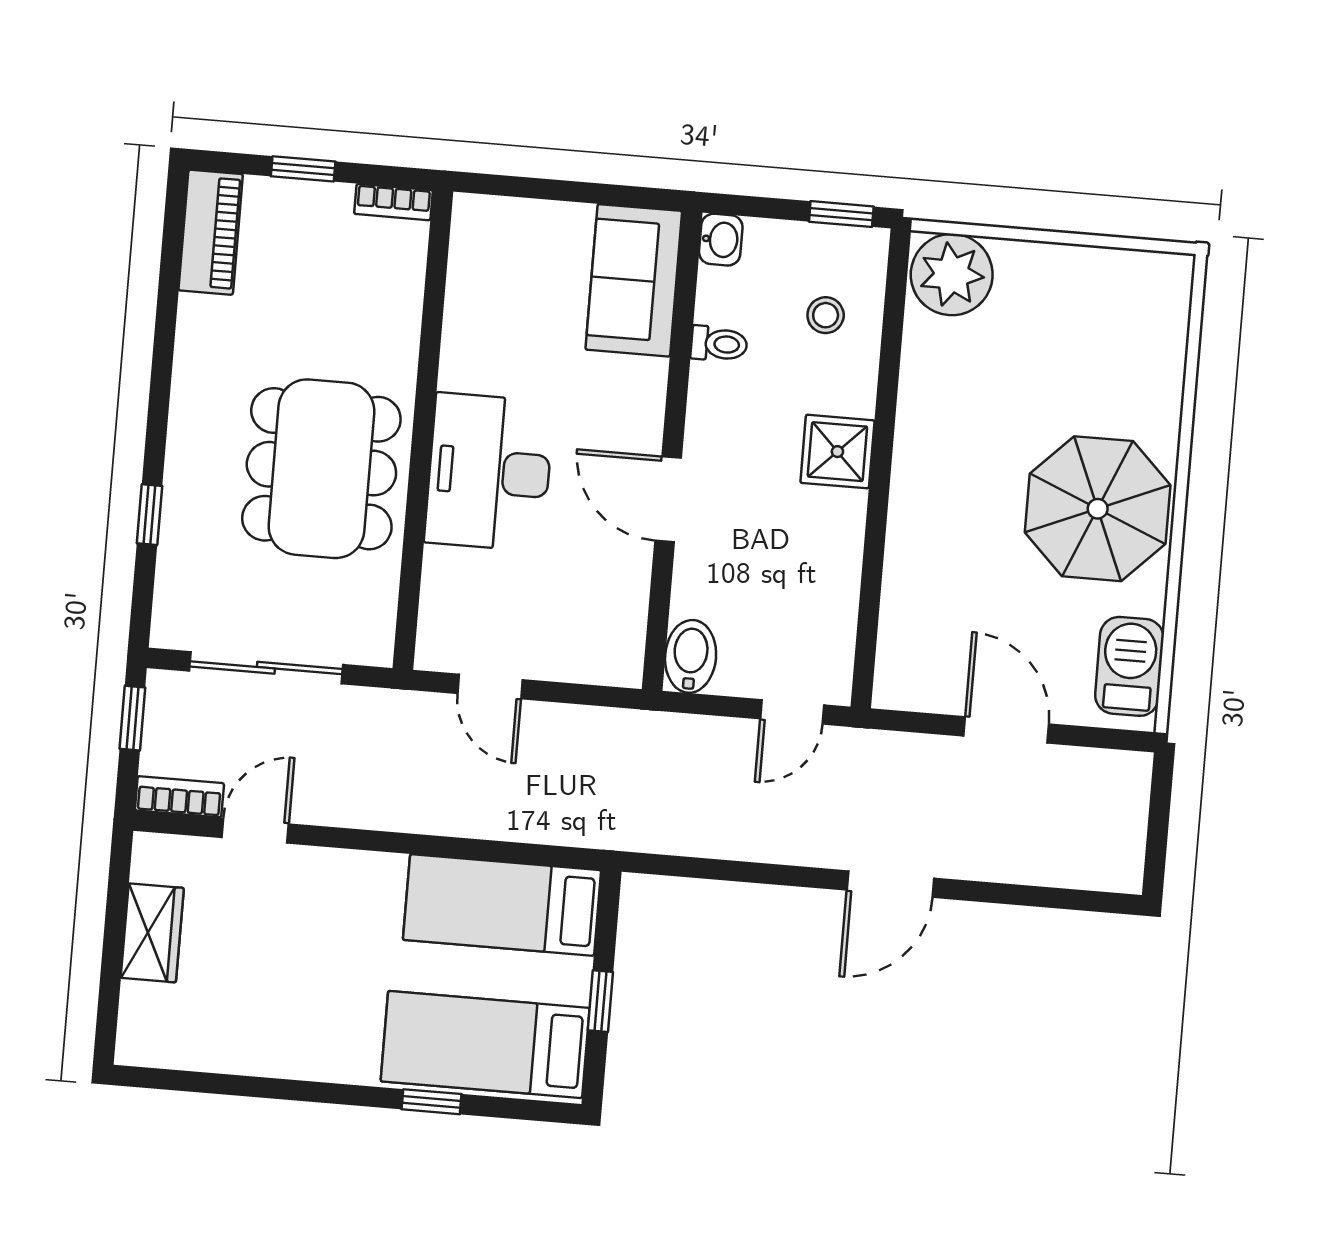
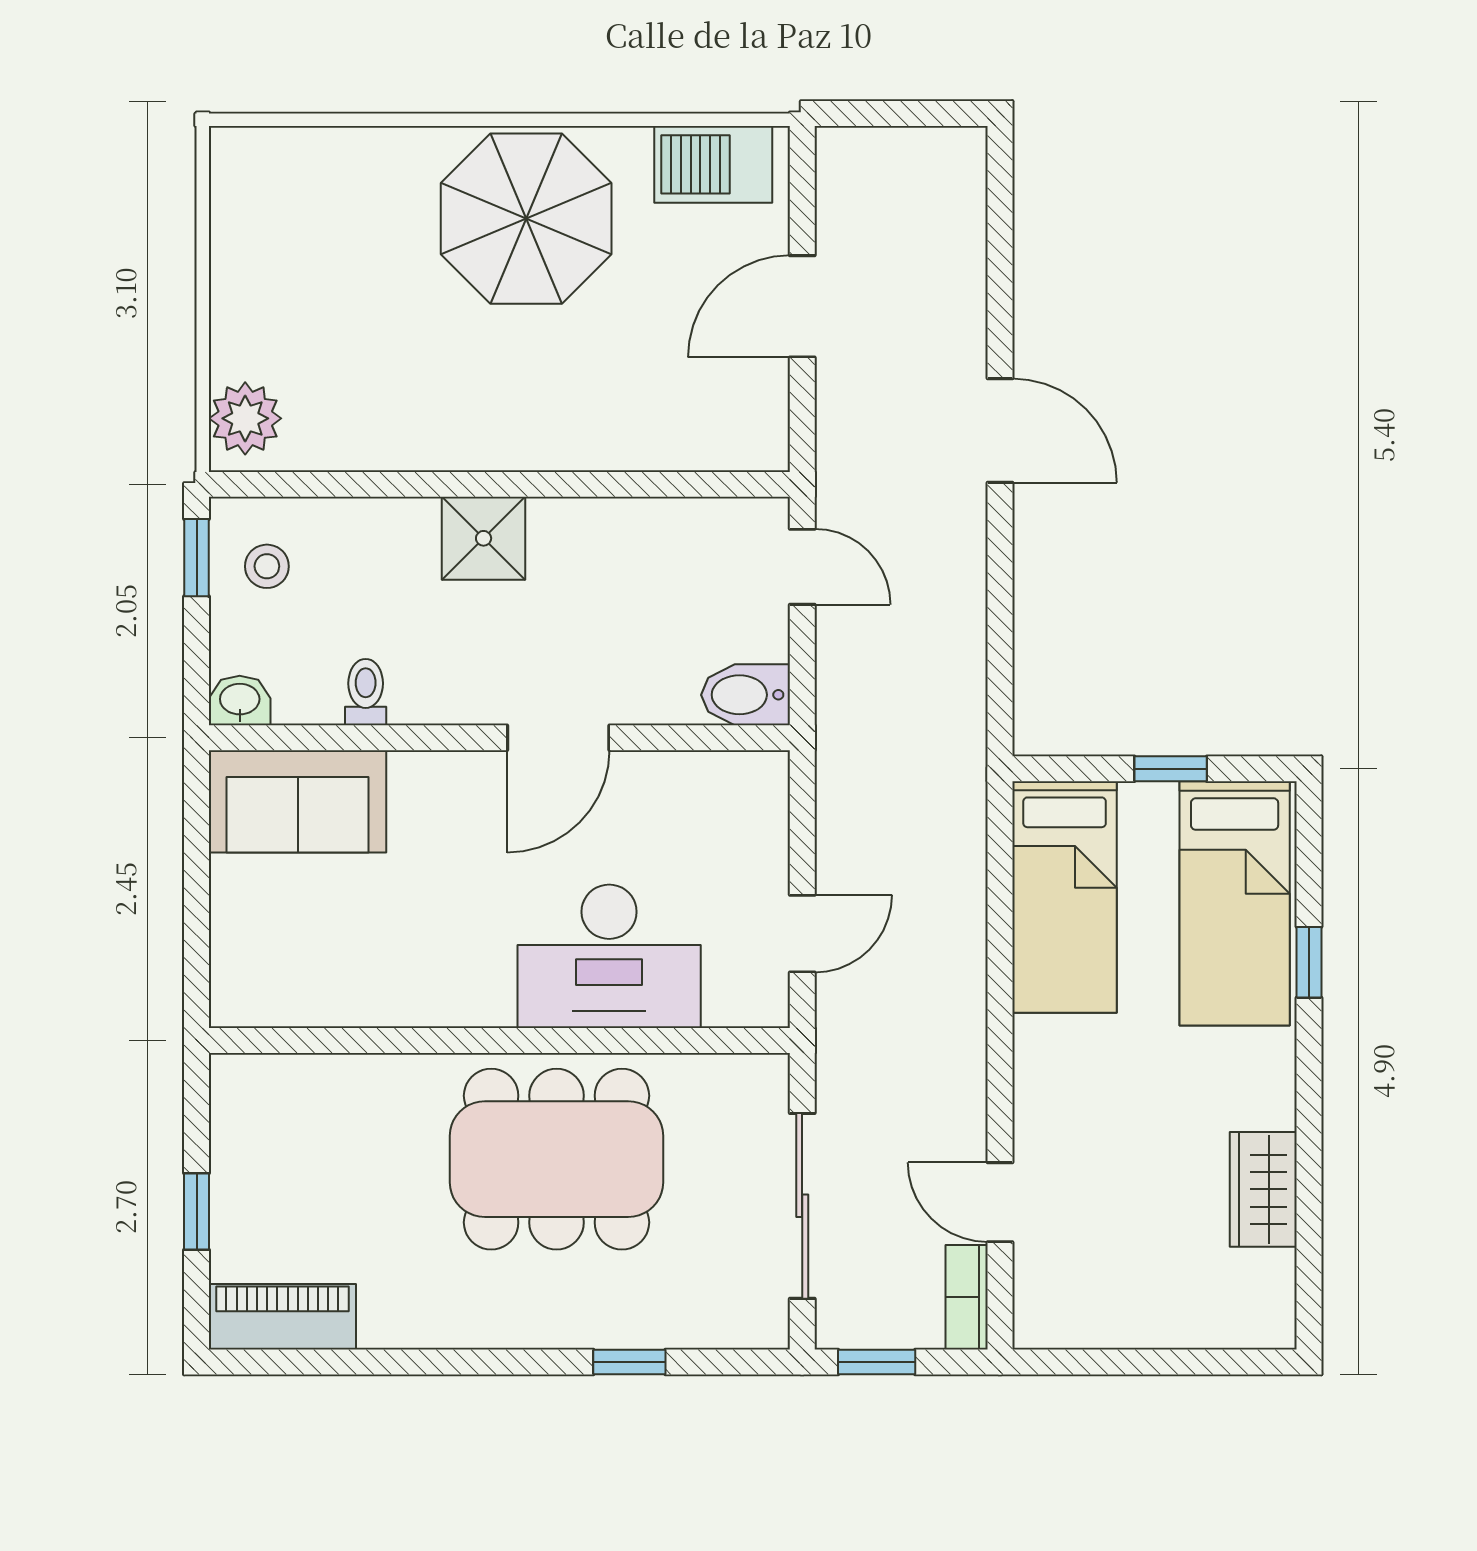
bookcase: (393, 202) -> (227, 1099), removed
plant: (952, 275) -> (245, 418), width x0.73, depth x0.73
stool: (826, 315) -> (267, 566), moved
desk: (489, 472) -> (609, 956), moved
wardrobe: (152, 933) -> (1263, 1189), moved, turned -90

